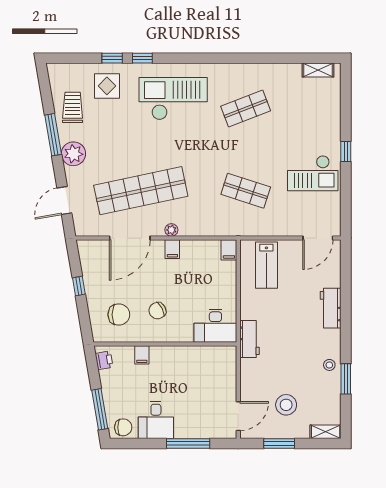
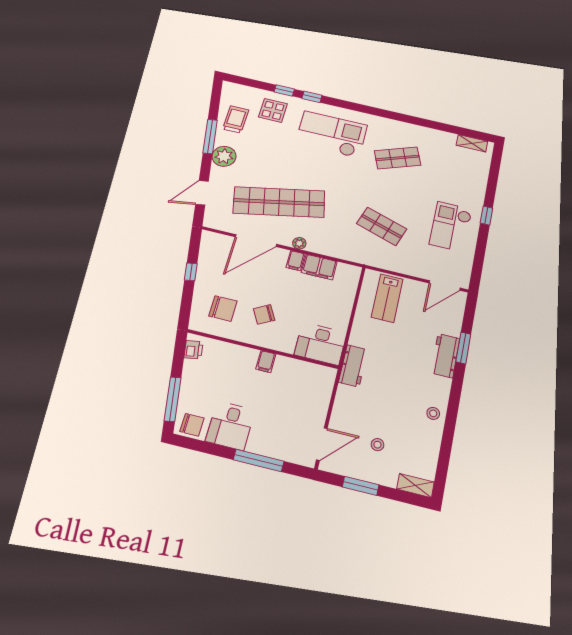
checkout: (313, 173) -> (451, 227), turned 90
filing cabinet: (229, 250) -> (319, 267), moved, width x2.00
filing cabinet: (142, 355) -> (266, 362), moved
window: (346, 379) -> (463, 348), moved
stool: (286, 405) -> (377, 445), width x0.53, depth x0.53

